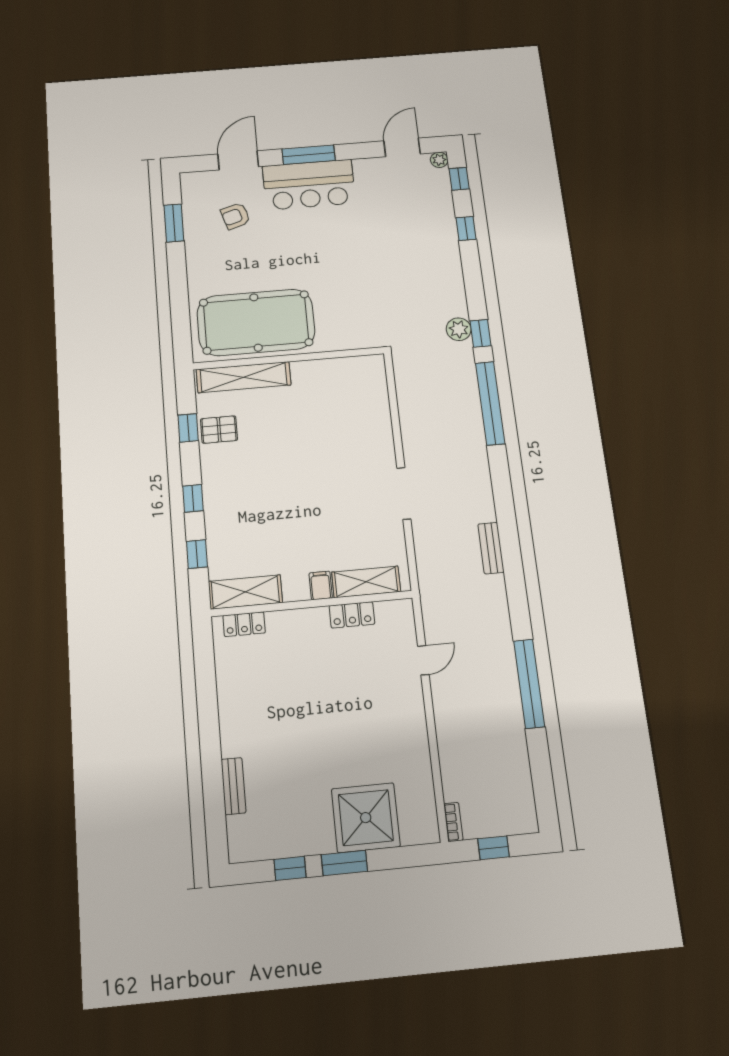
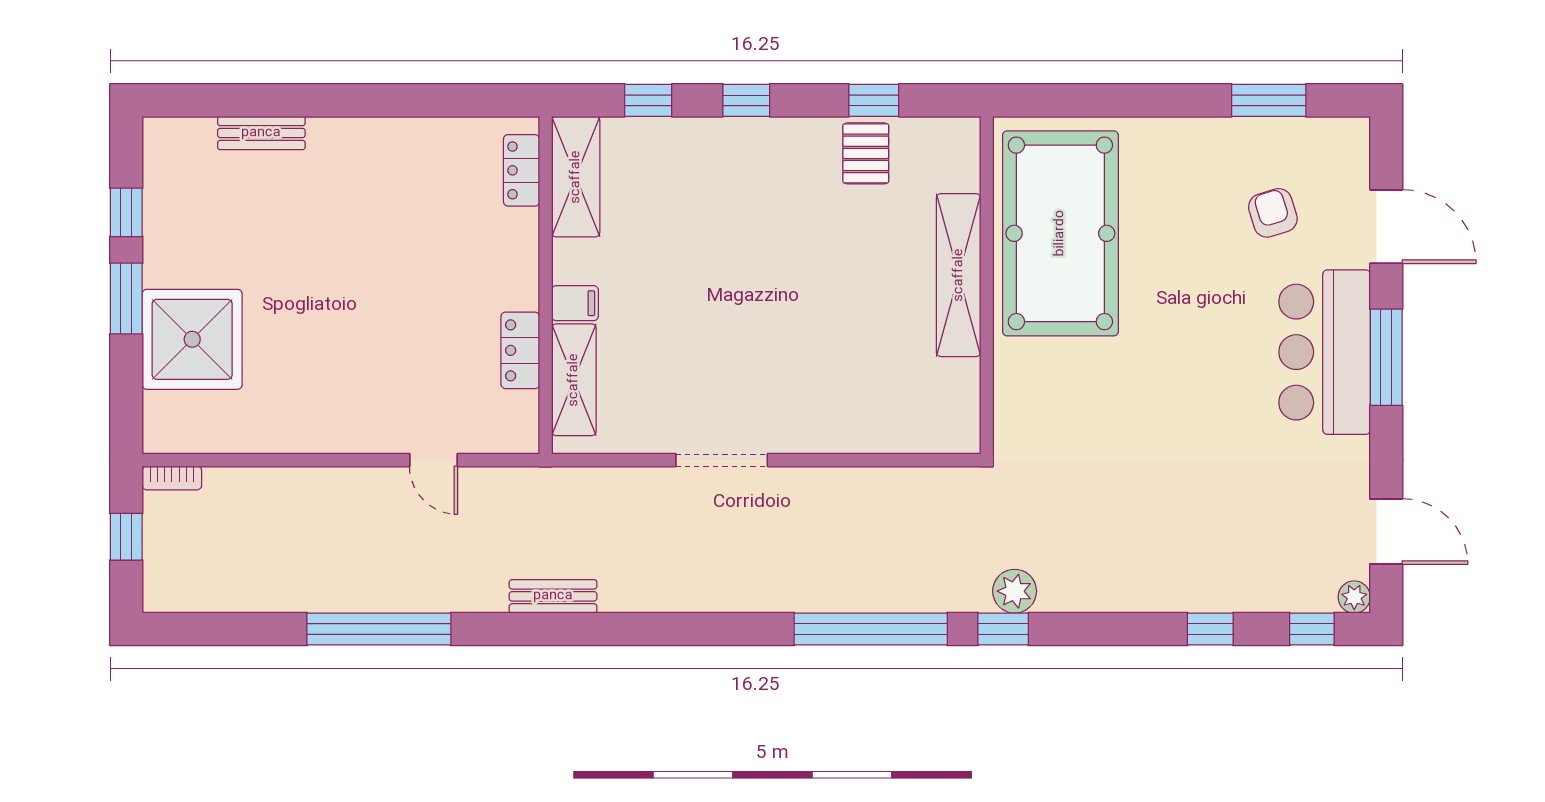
shelving: (244, 377) -> (959, 275), moved
bench: (491, 548) -> (553, 596), moved

